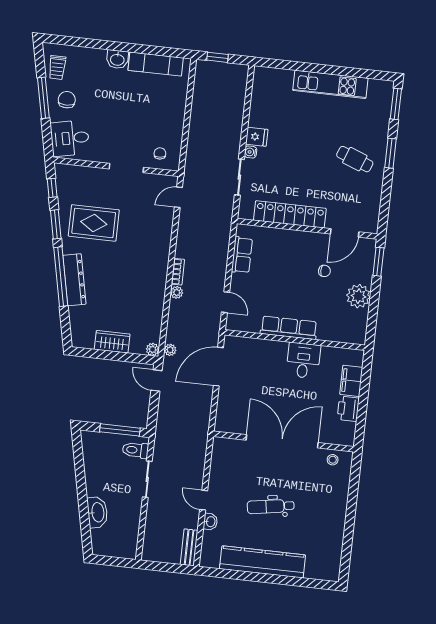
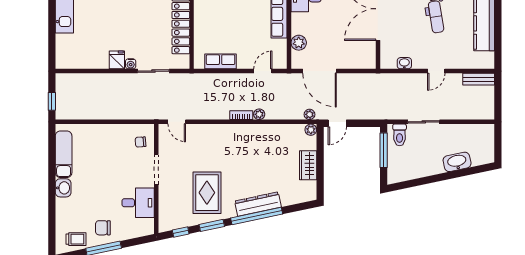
desk: (70, 138) -> (138, 203), moved, turned -78
plant: (253, 347) -> (299, 43), added
washbasin: (210, 522) -> (404, 63), moved

